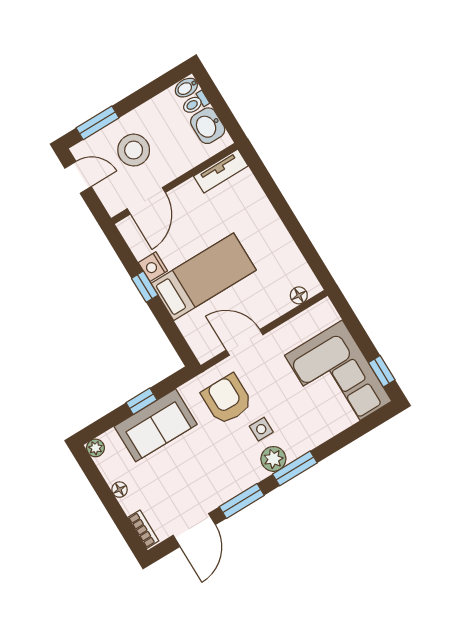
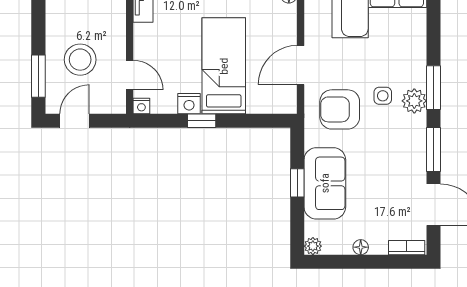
door: (146, 201) -> (130, 75), width x0.73
nightstand: (126, 227) -> (141, 106), added

